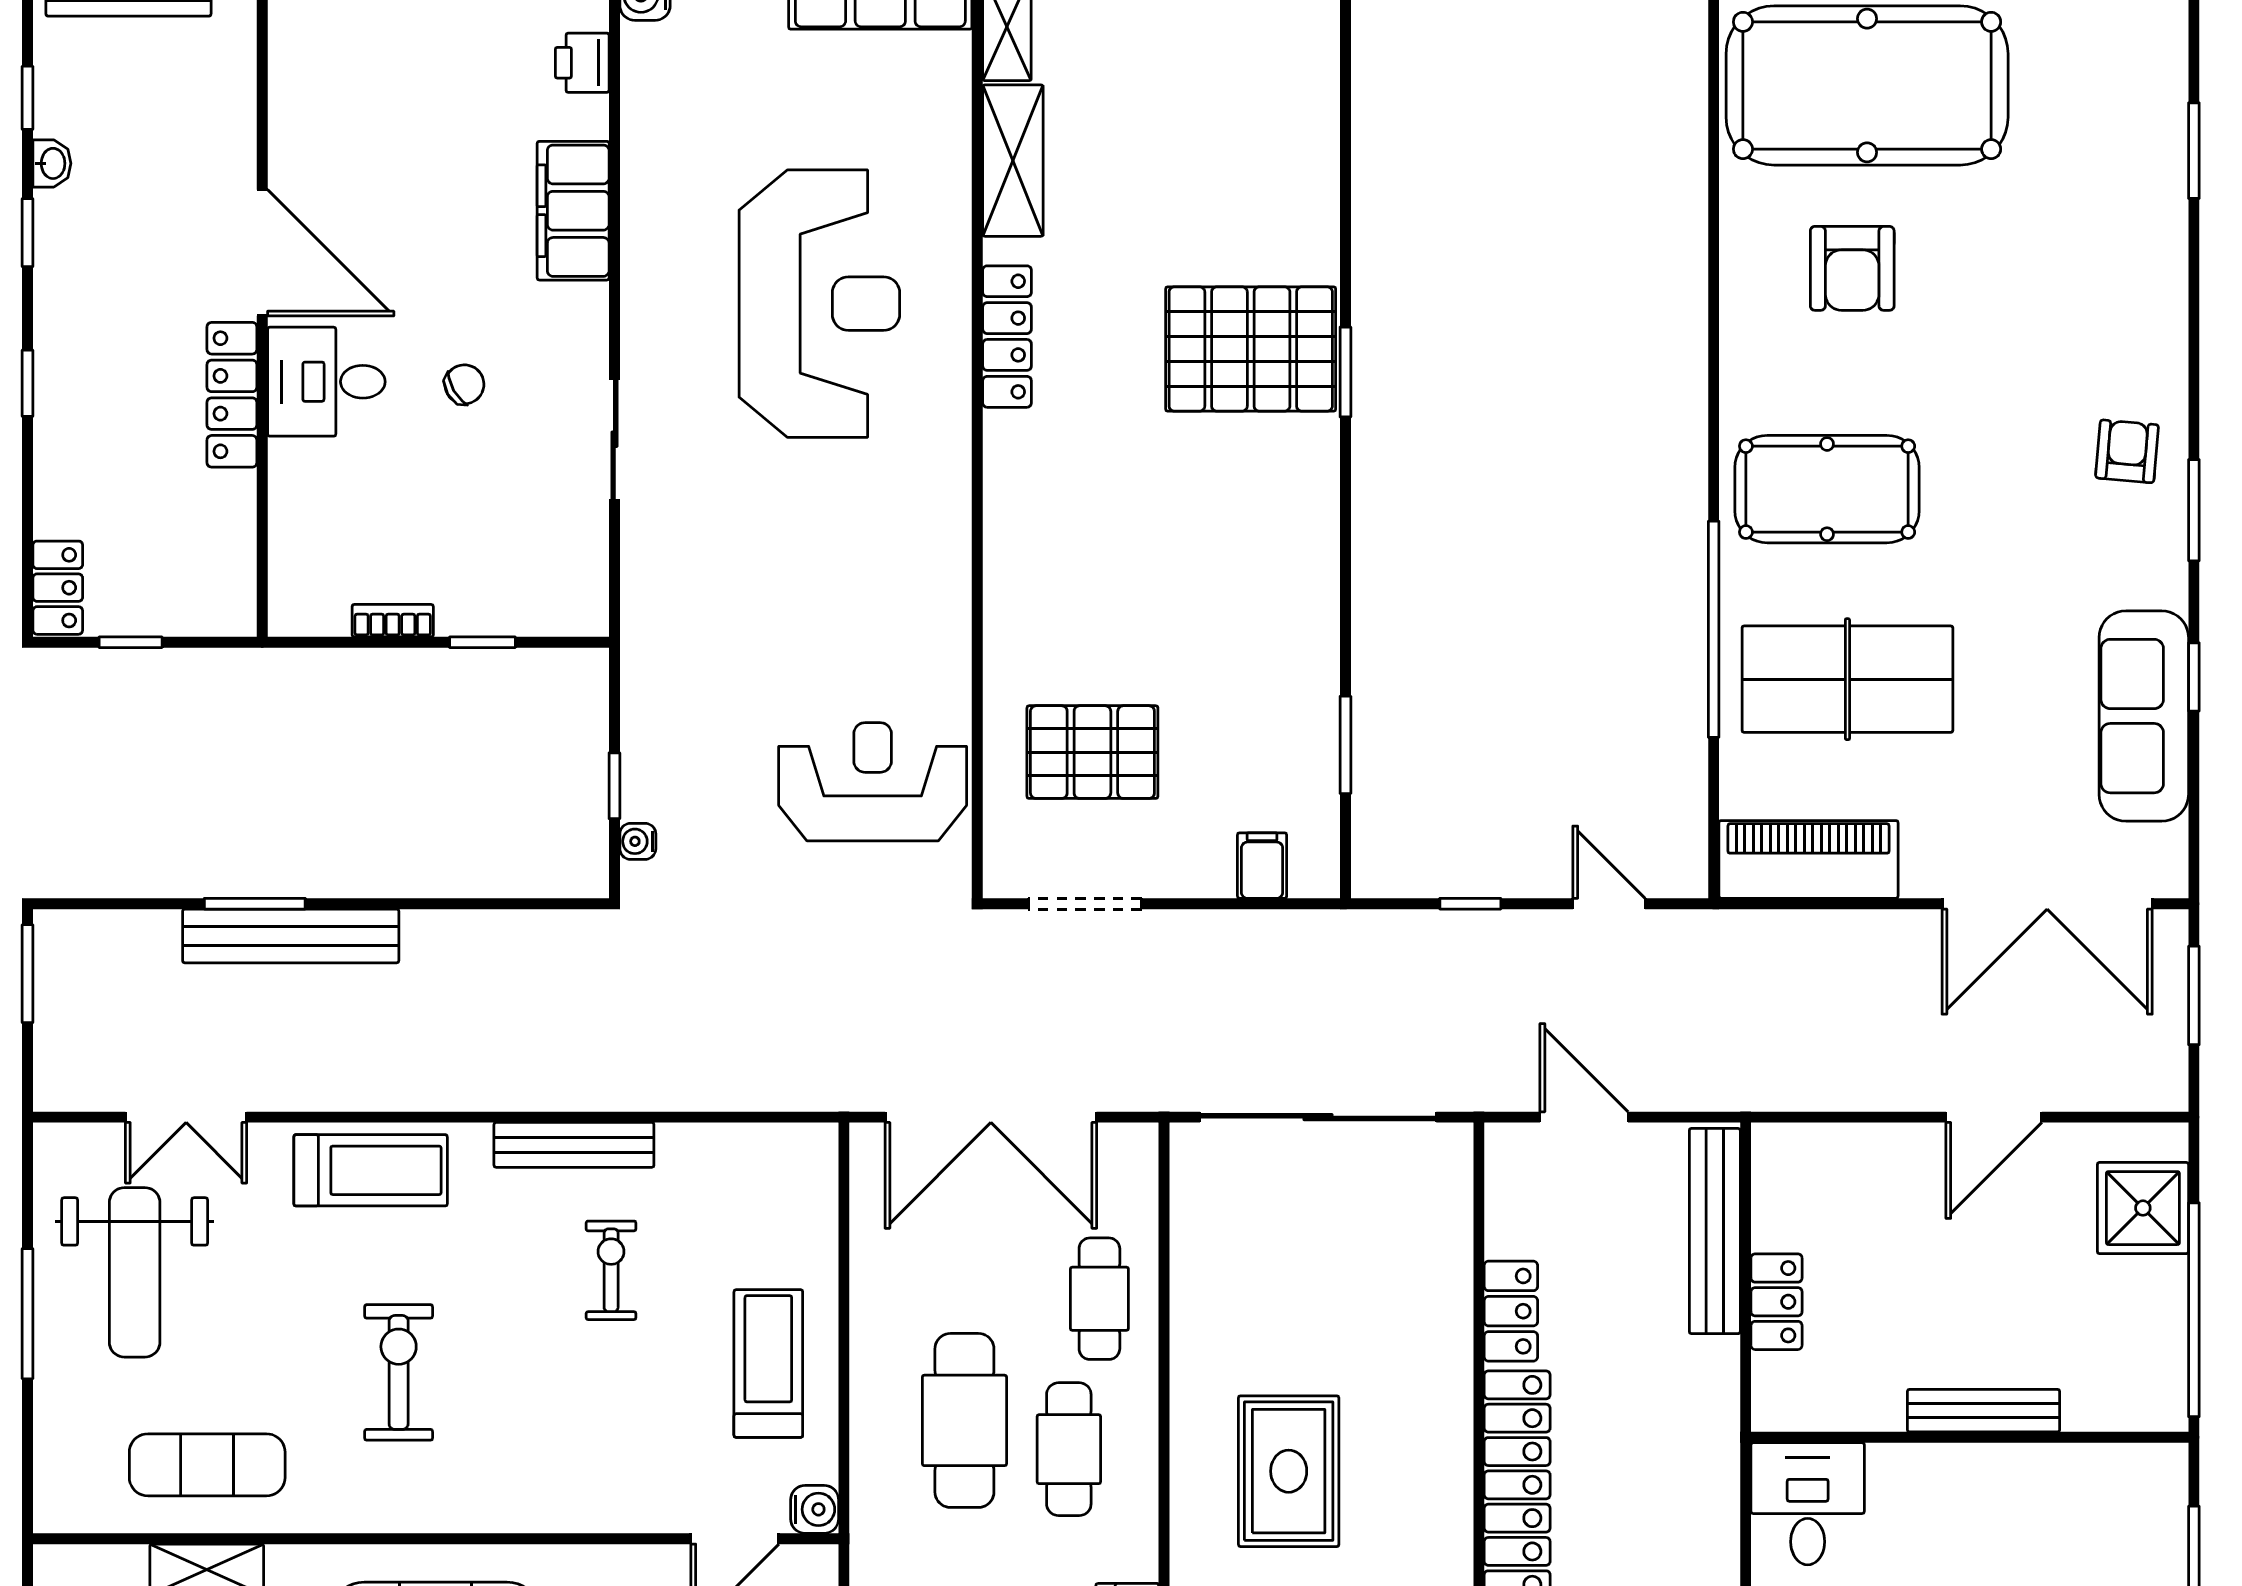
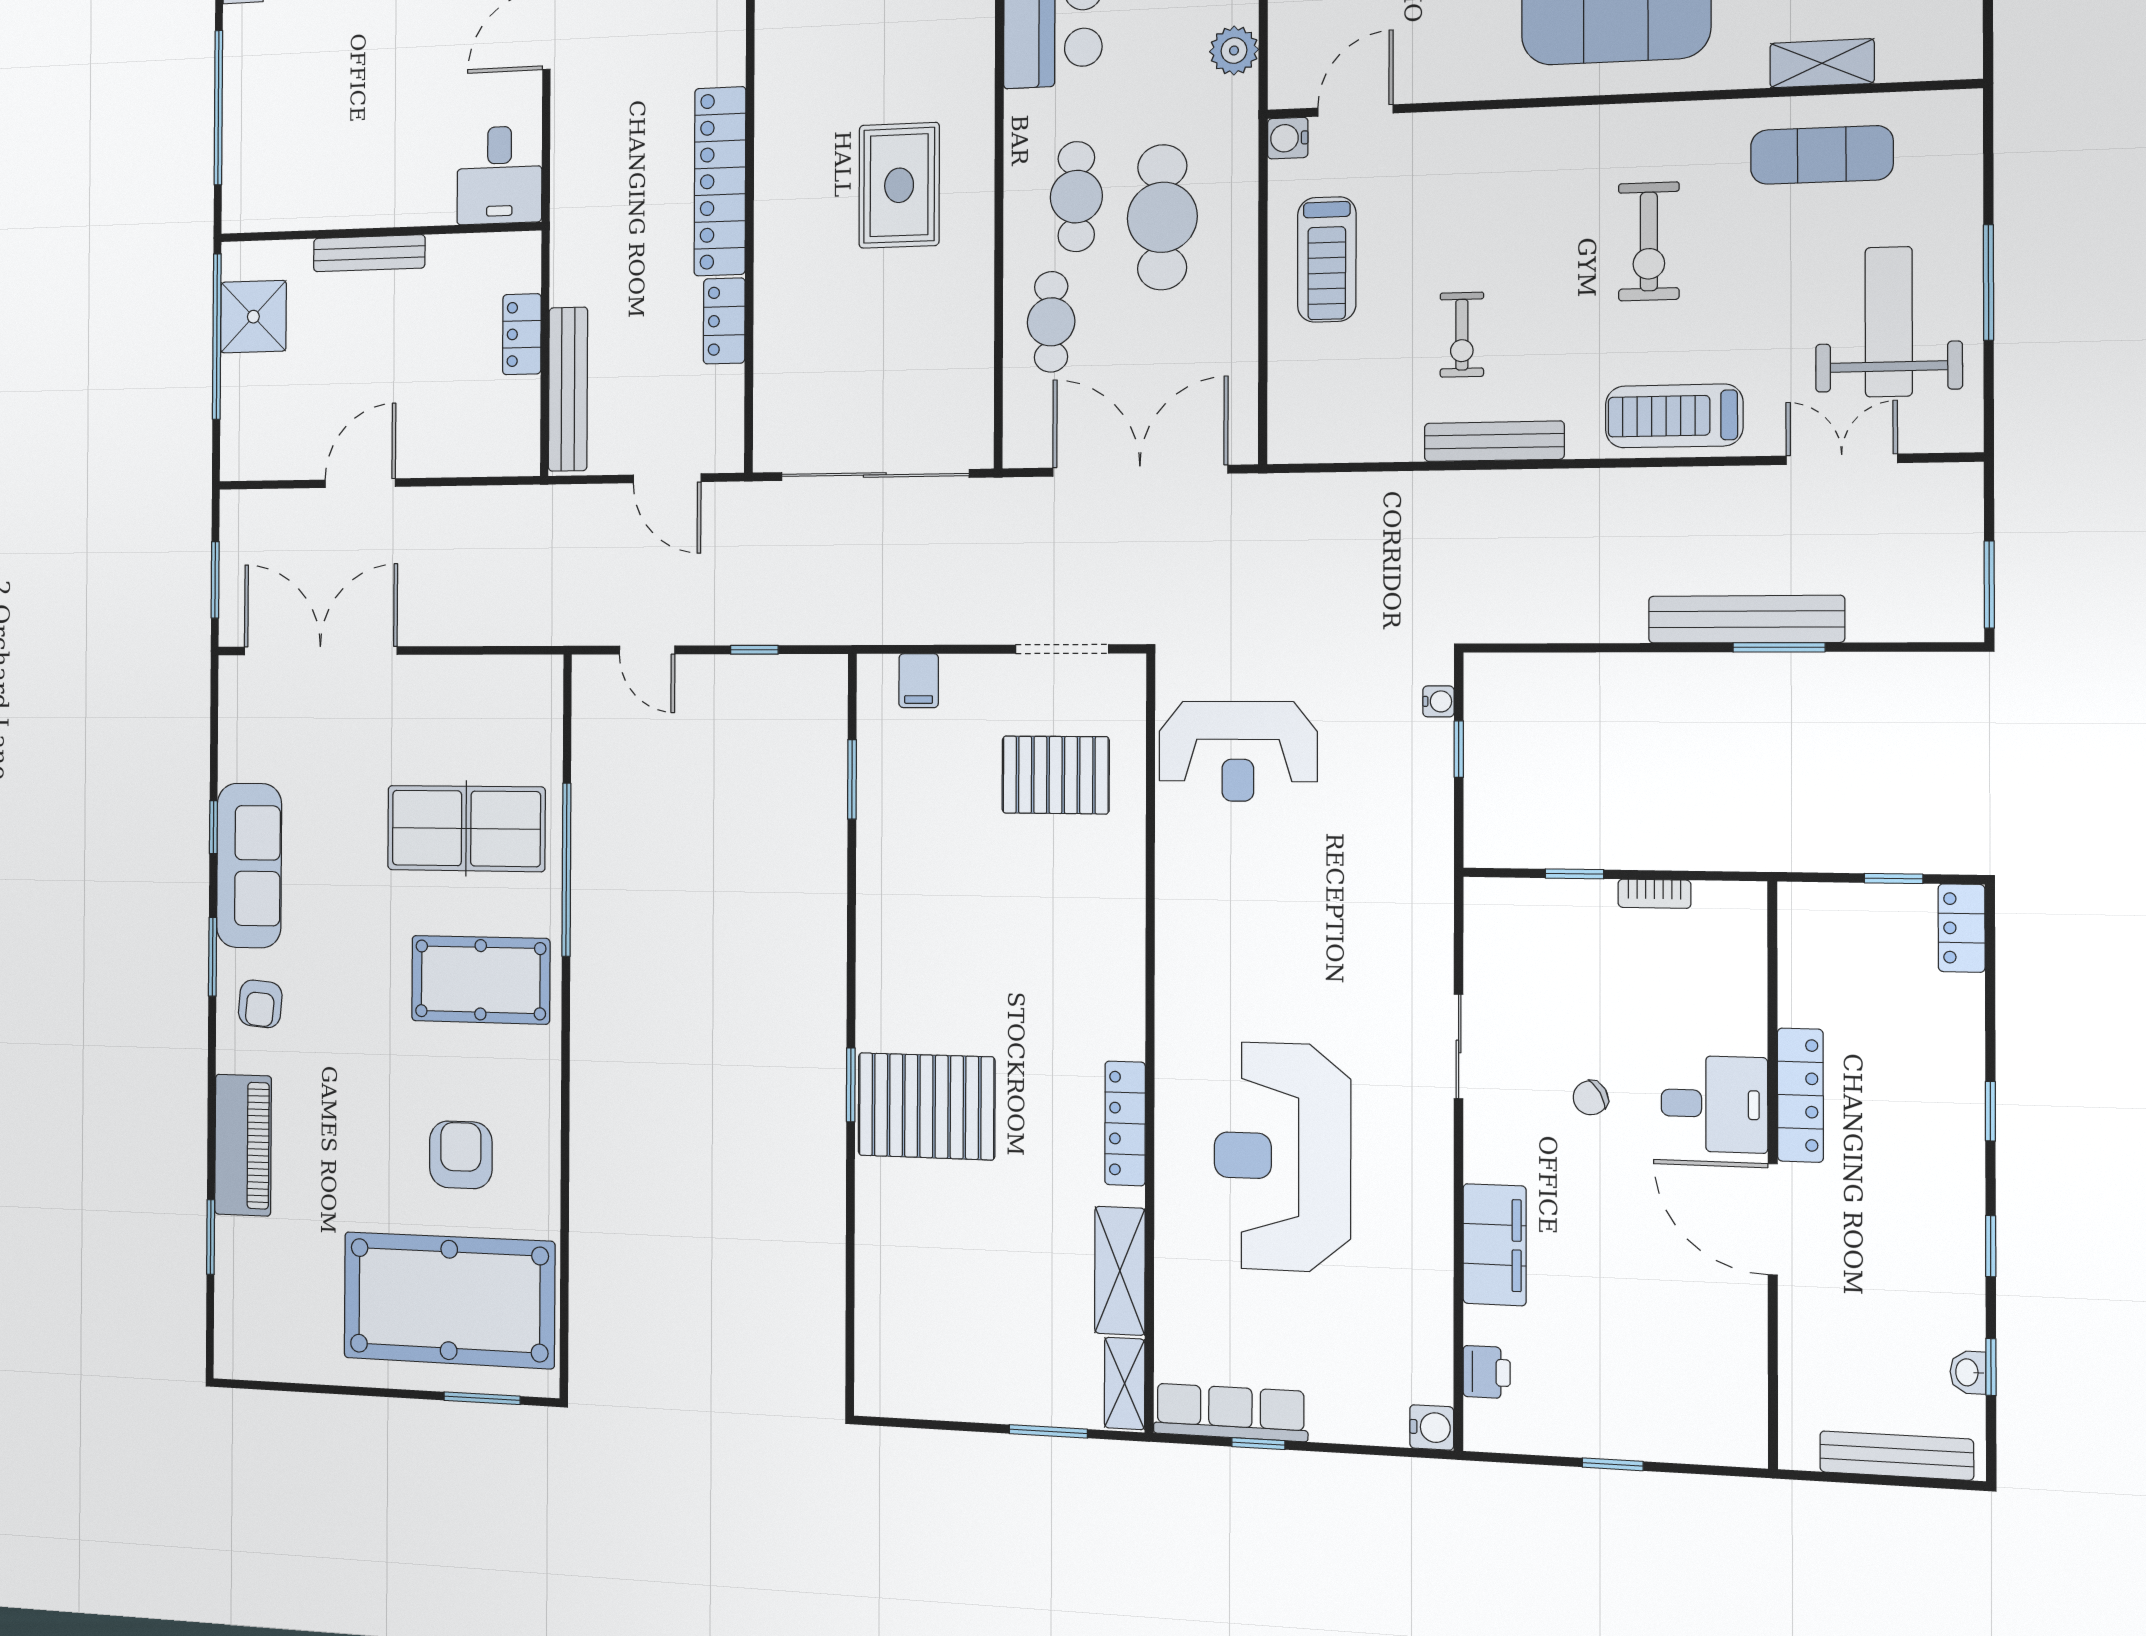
washbasin: (52, 163) -> (1968, 1372), moved
sofa: (2144, 716) -> (249, 866), moved
piano: (1808, 859) -> (243, 1145), moved, turned -90
shower: (2143, 1208) -> (253, 317), moved

